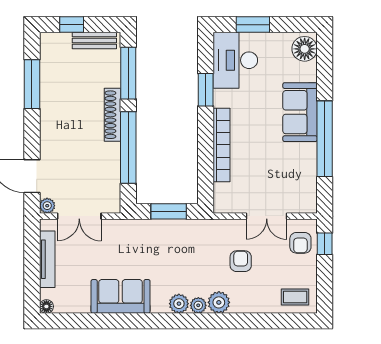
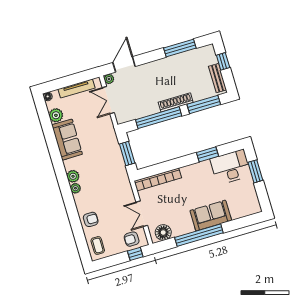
floor lamp: (305, 49) -> (163, 232), moved
bookcase: (222, 145) -> (158, 179), moved
armchair: (241, 261) -> (91, 219), moved
plant: (219, 302) -> (56, 115), moved

